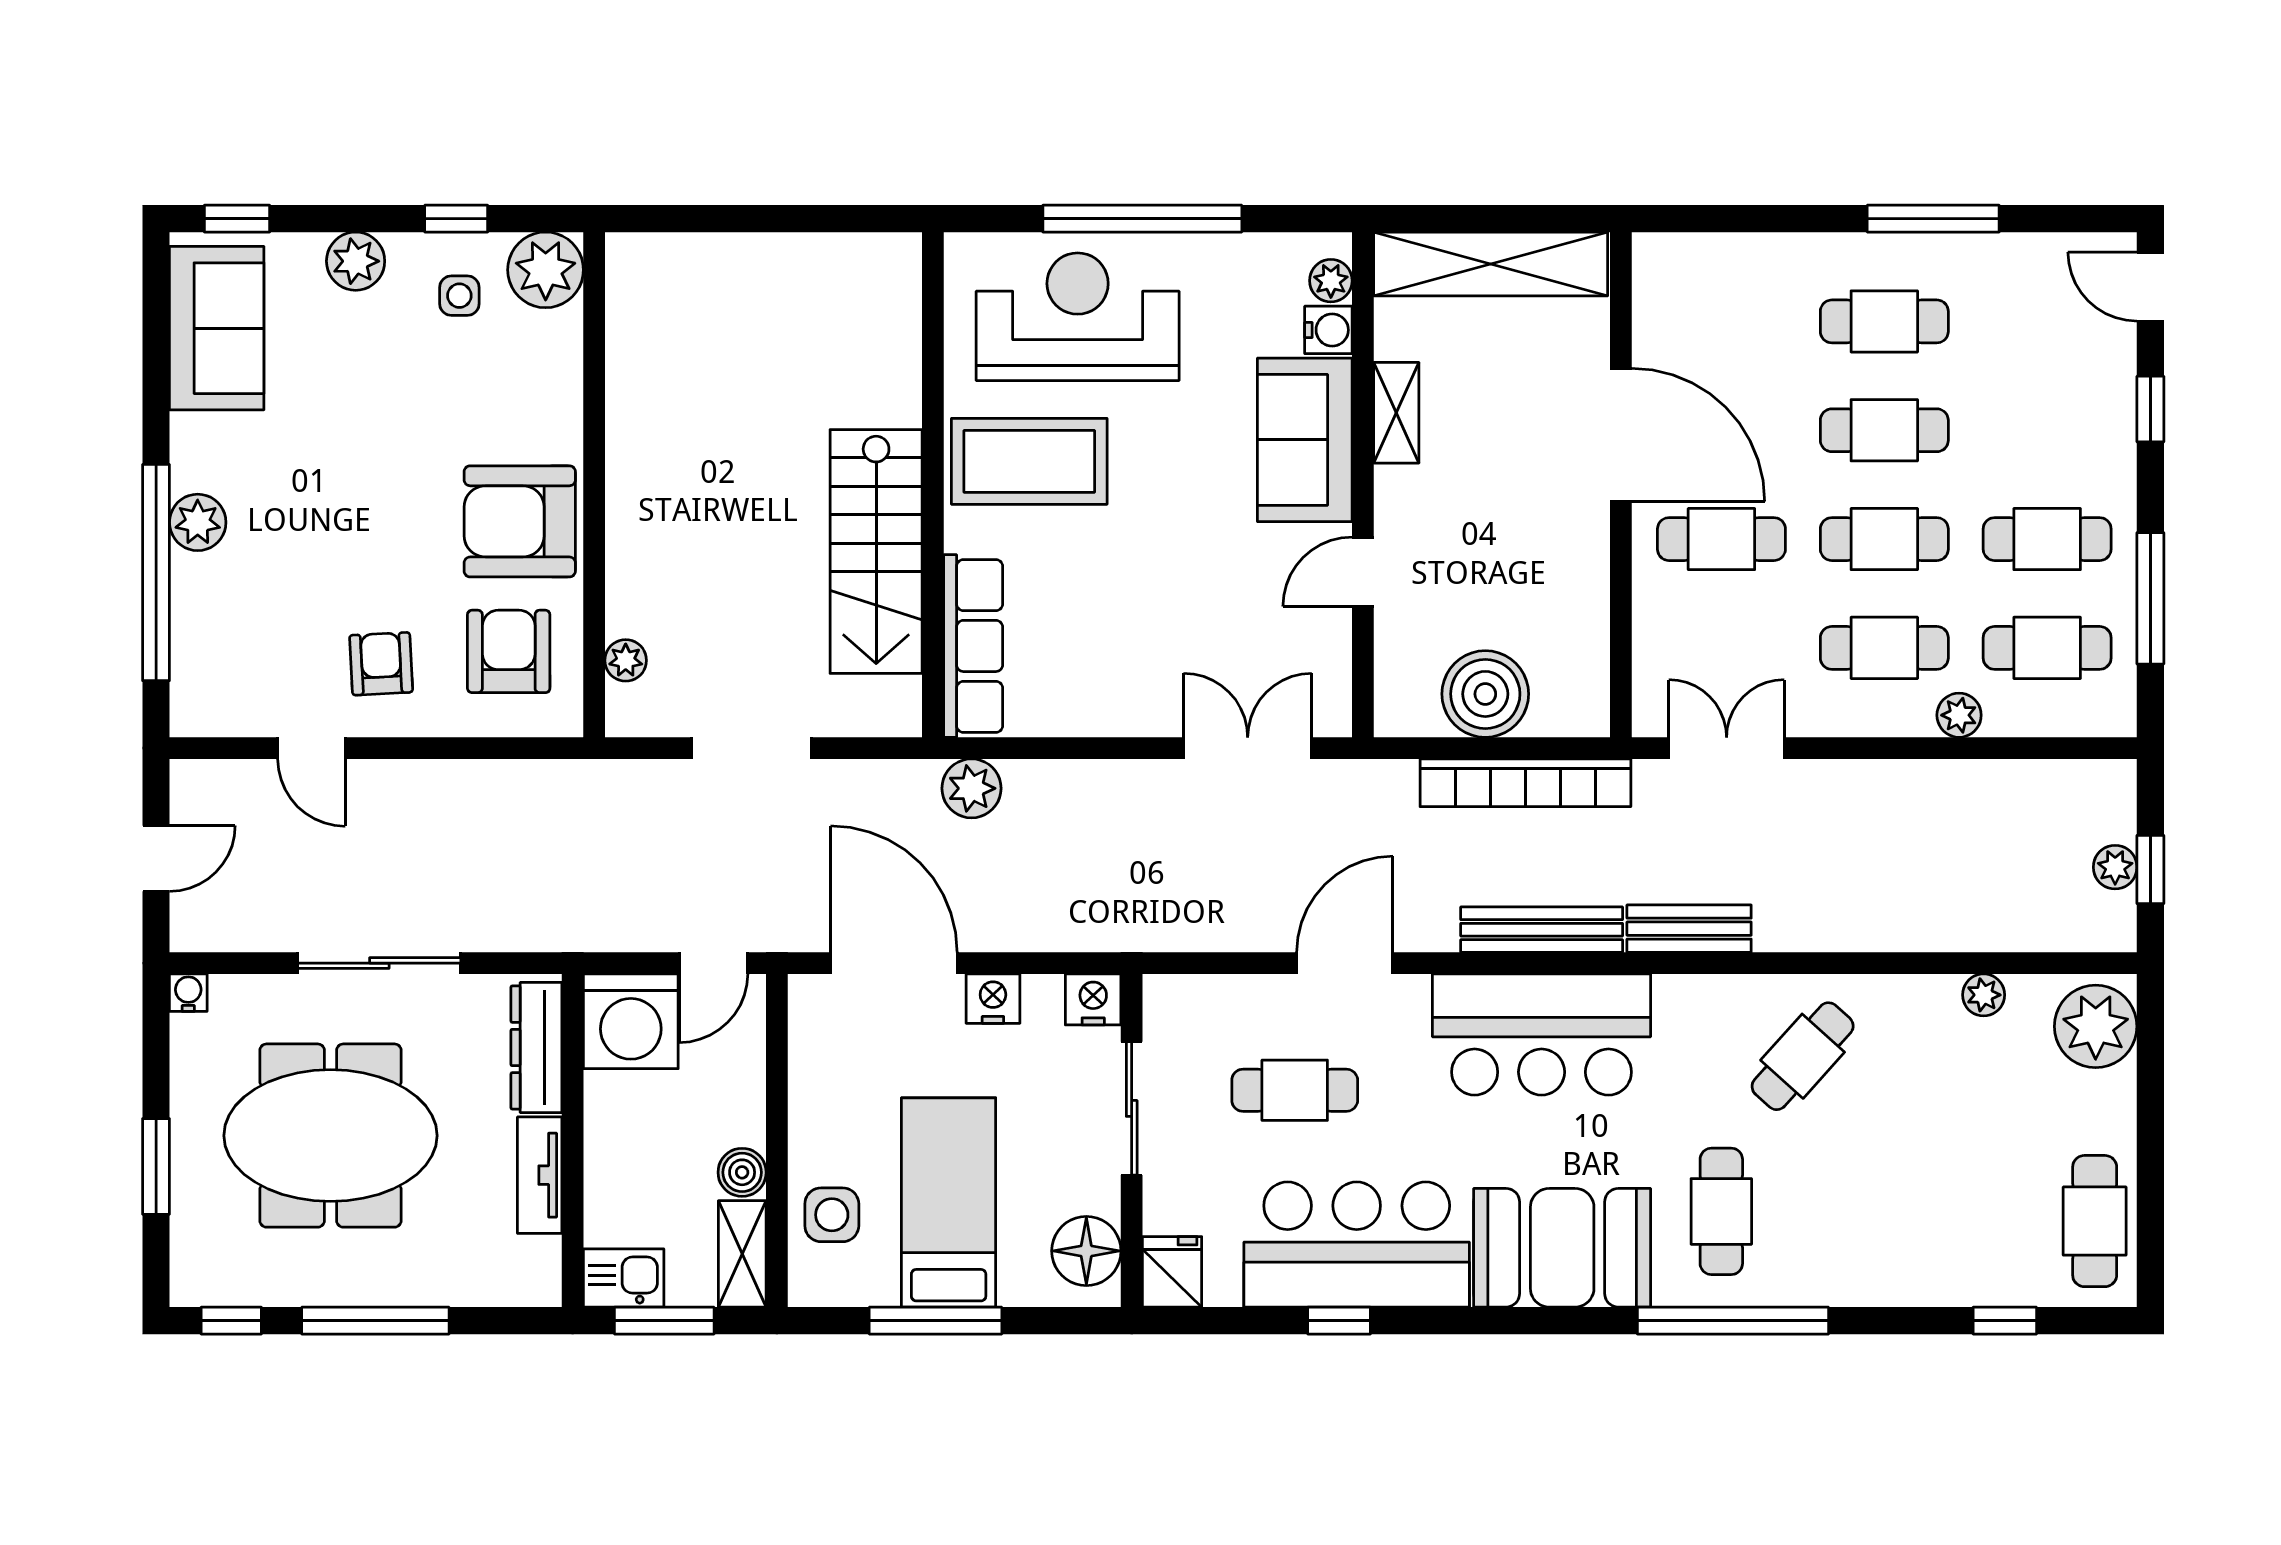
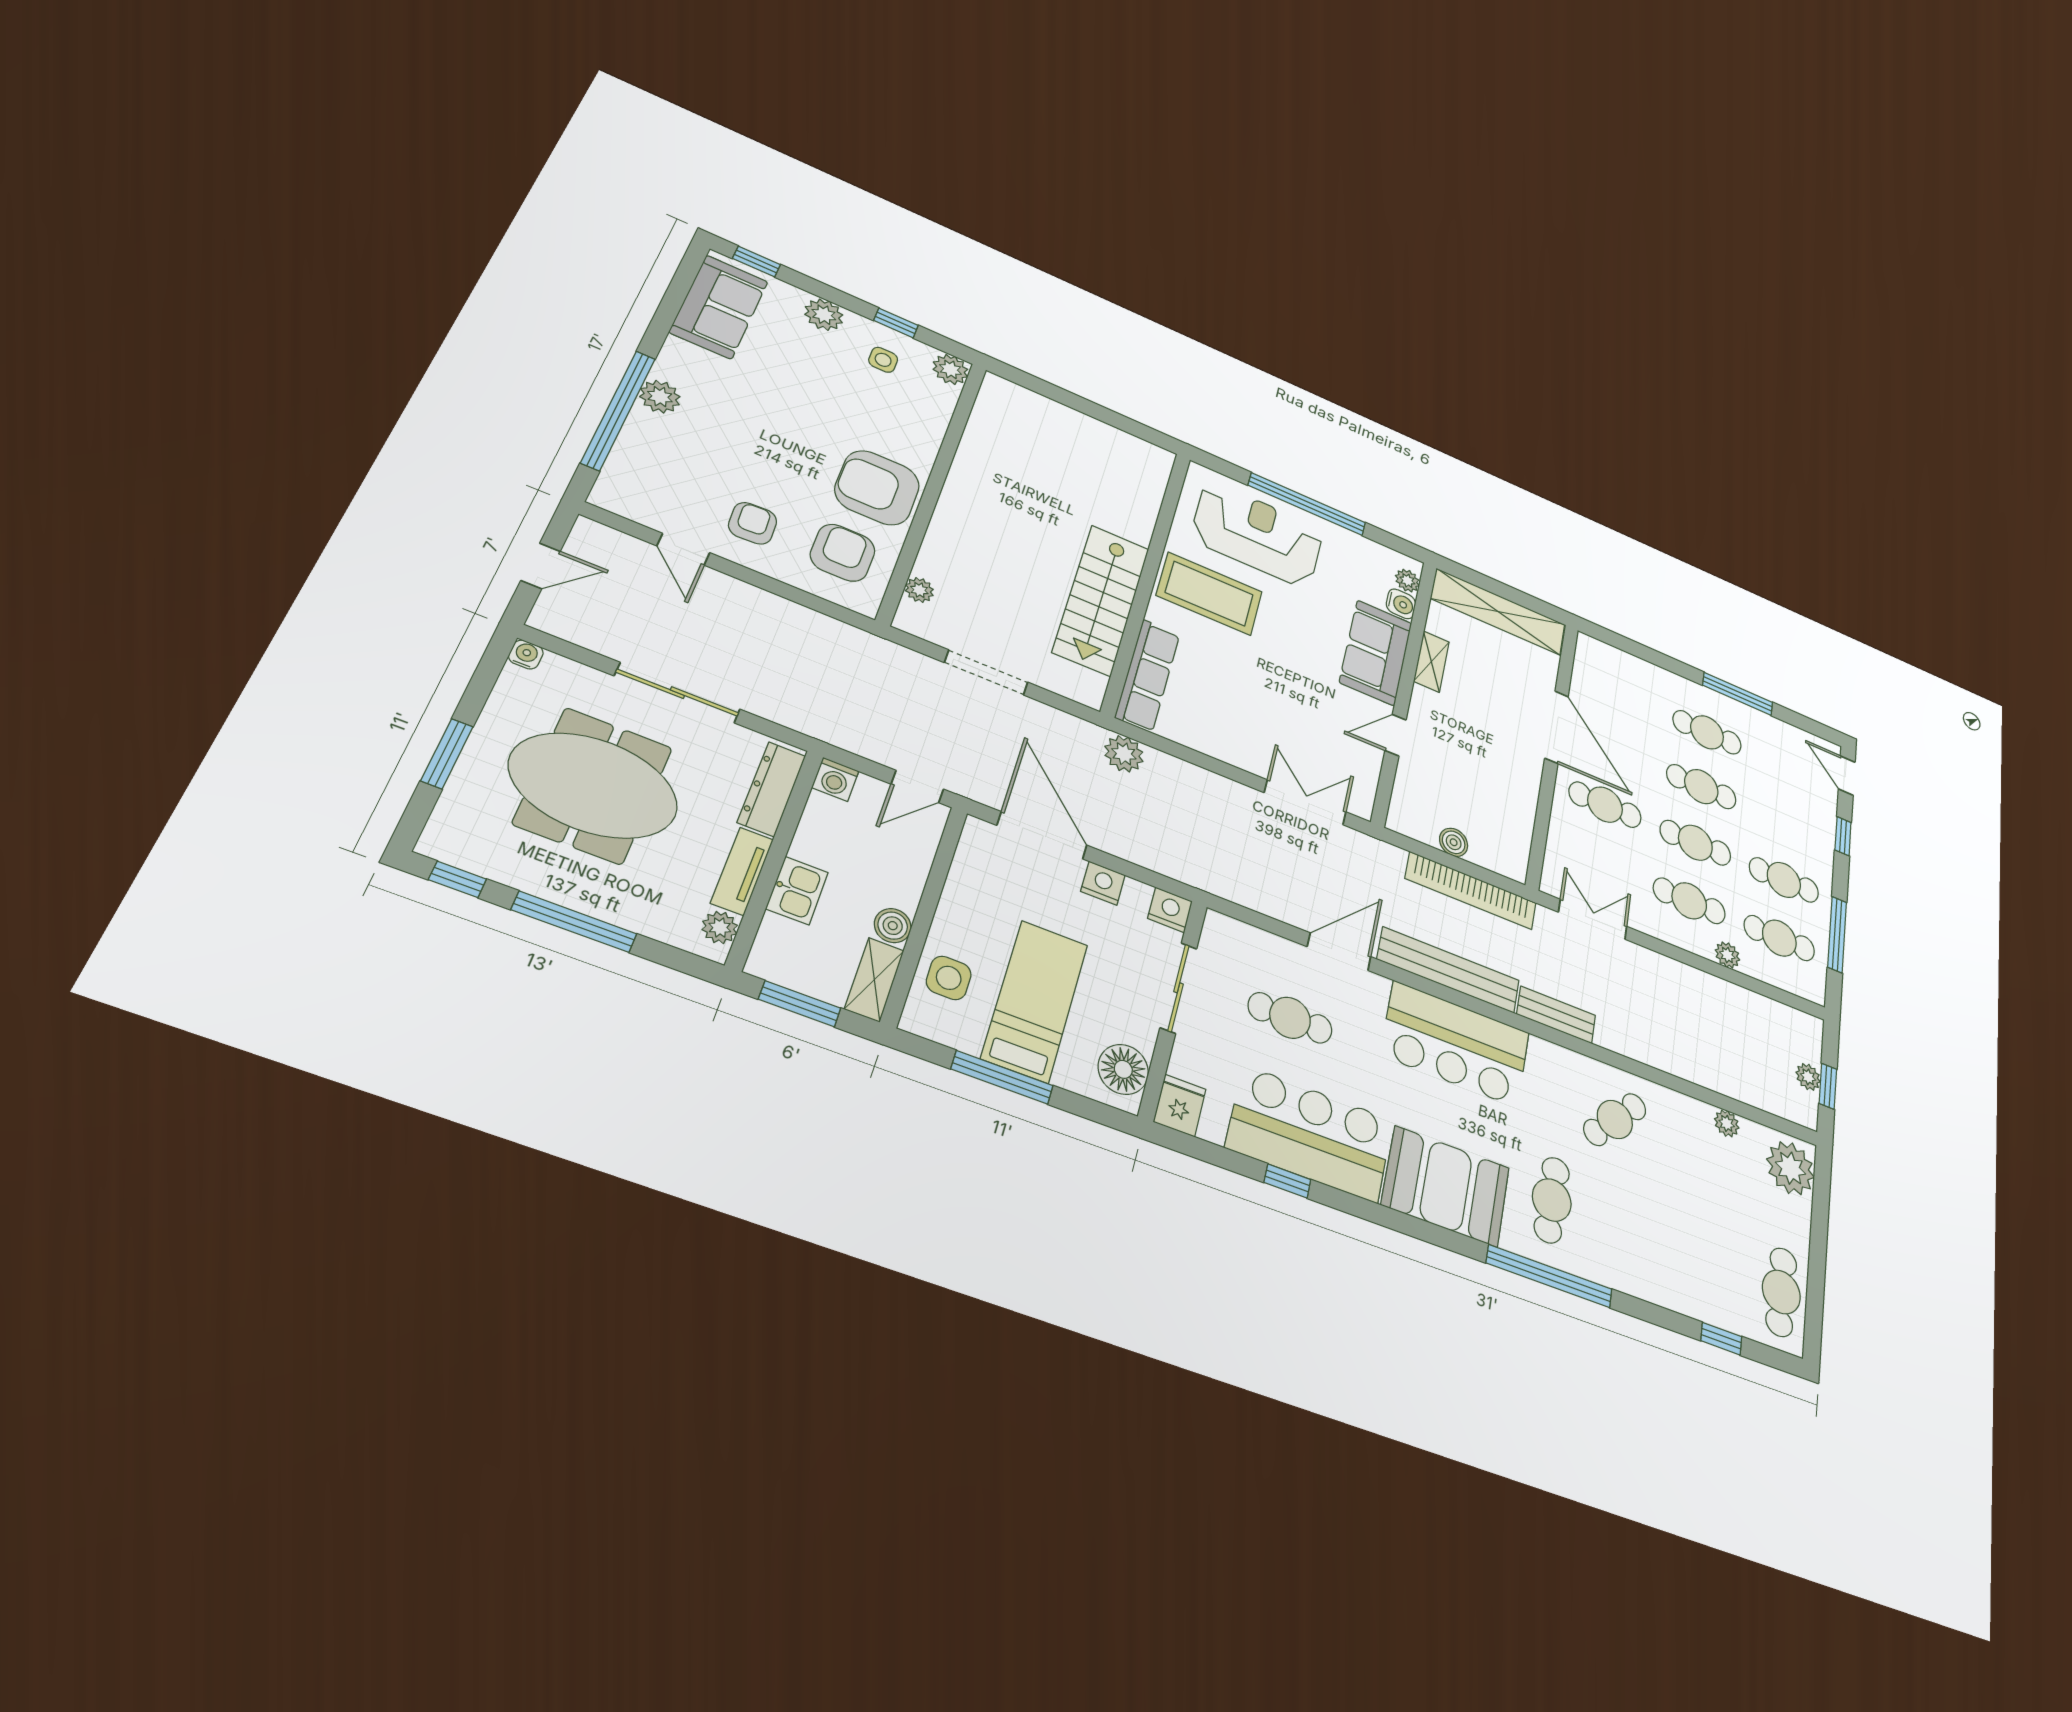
plant: (546, 270) -> (950, 369), width x0.73, depth x0.73
boiler: (1485, 694) -> (1454, 842), width x0.54, depth x0.54
bench: (1542, 930) -> (1448, 970), width x1.37, depth x1.21
washing machine: (631, 1021) -> (835, 779), width x0.53, depth x0.53
plant: (539, 1260) -> (720, 928), added
kitchen sink: (624, 1278) -> (797, 891), moved, turned 90

